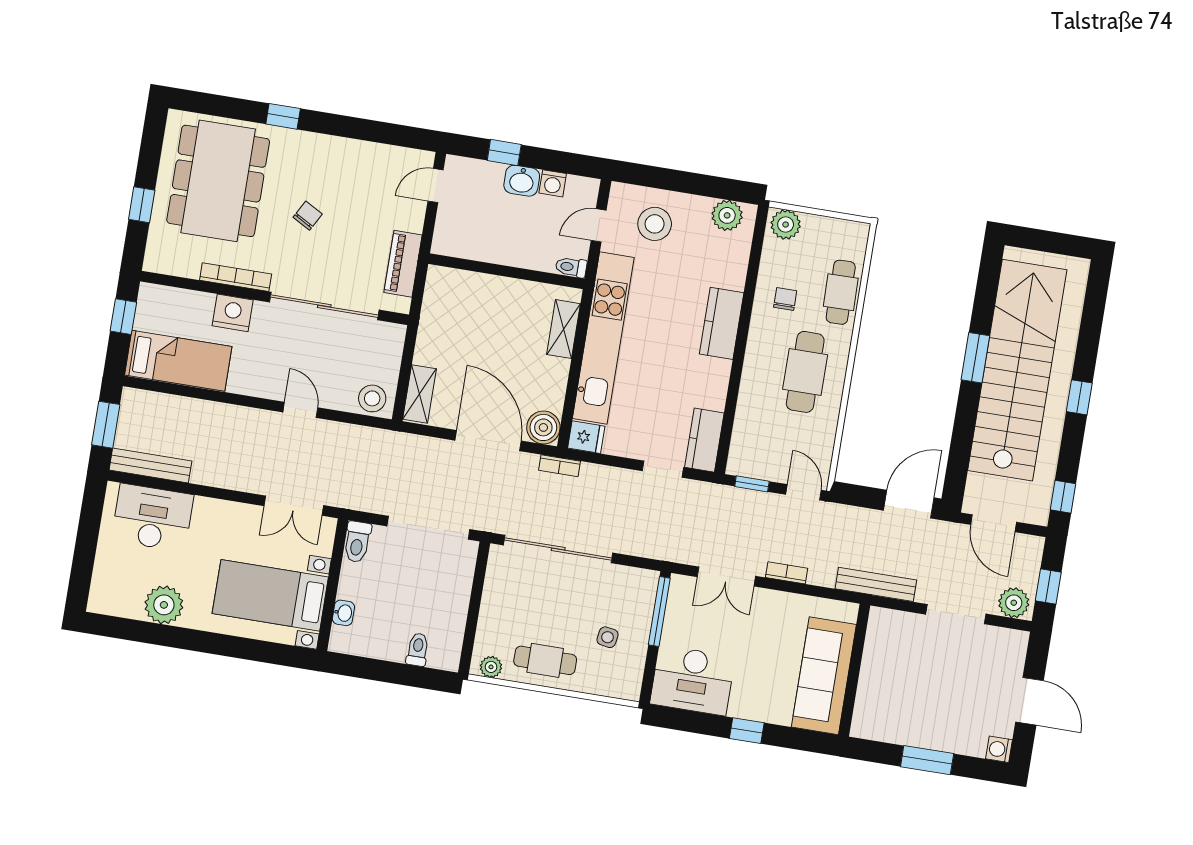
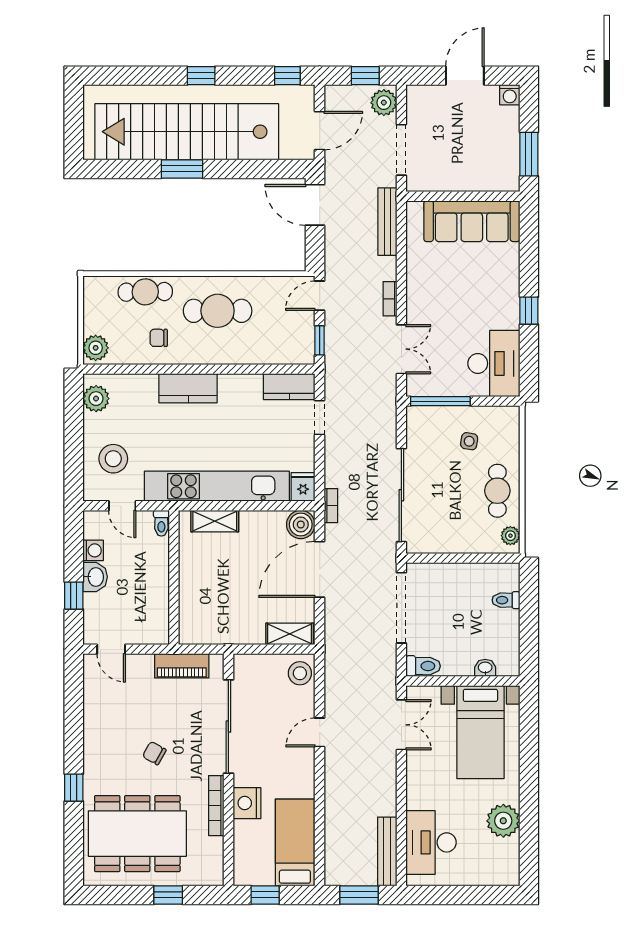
wall: (854, 670) -> (463, 196), moved
sofa: (824, 676) -> (472, 221), moved

